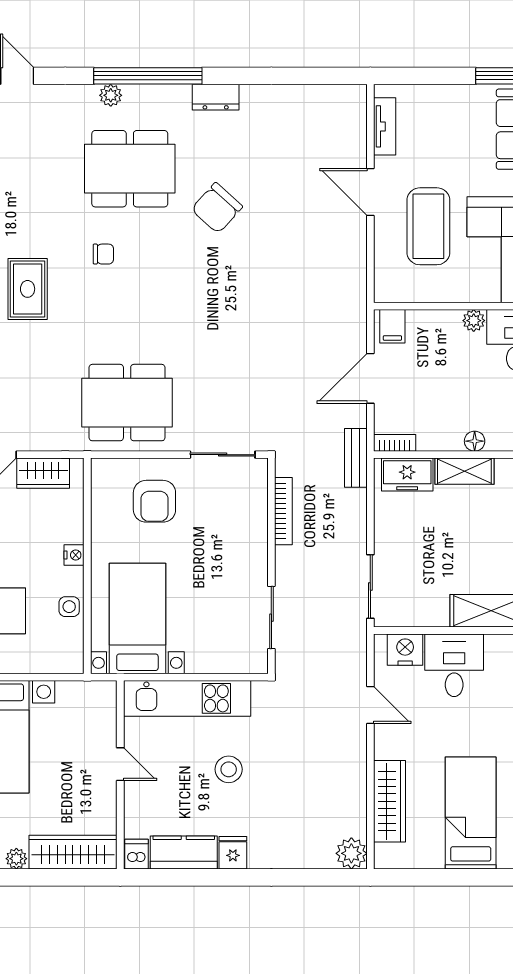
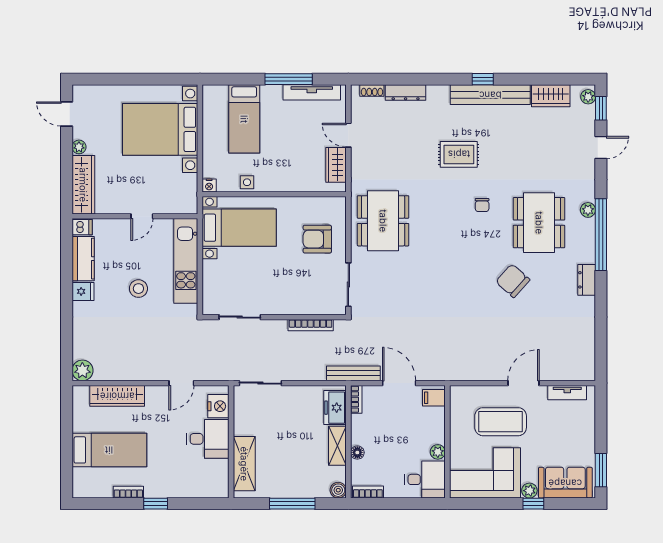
bench: (356, 458) -> (353, 373), width x1.36
nightstand: (74, 555) -> (209, 185), moved

